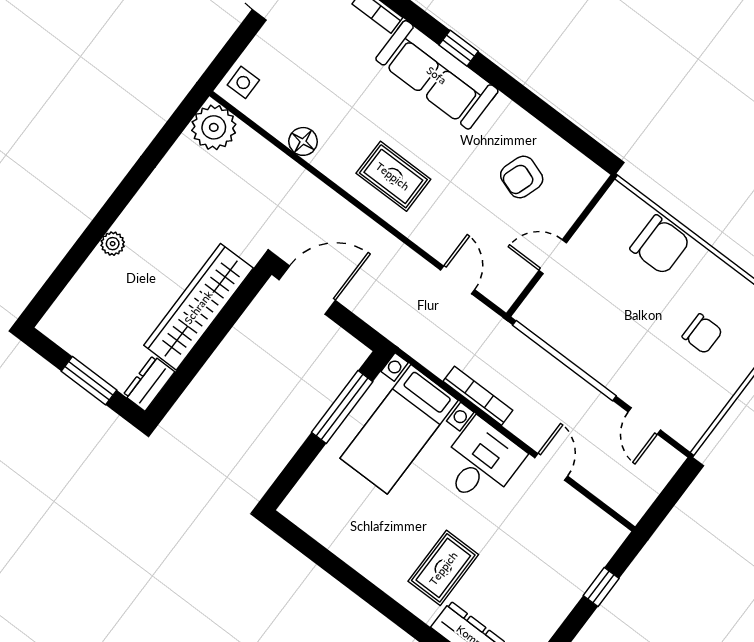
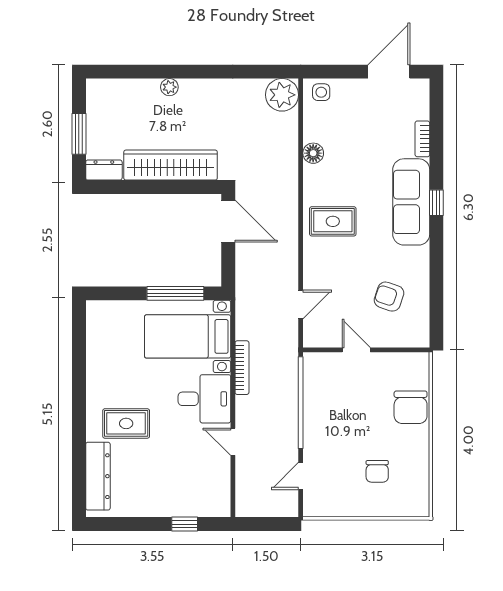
rug: (393, 176) -> (333, 221), turned 90
door: (551, 467) -> (233, 442), swing flipped

